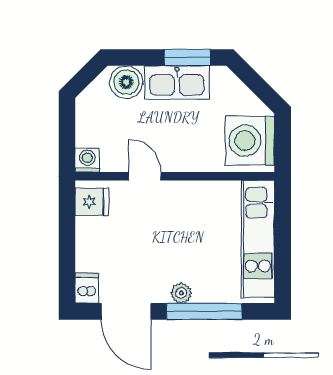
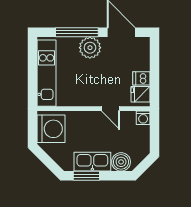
dishwasher: (87, 288) -> (141, 78), moved, turned 90
plant: (181, 293) -> (90, 48), width x1.88, depth x1.88

